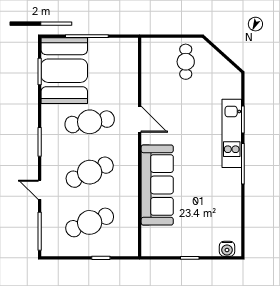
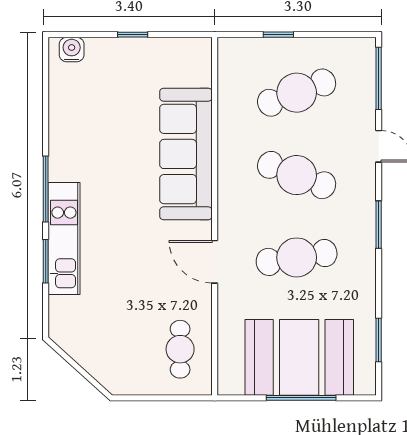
cafe table: (186, 62) -> (180, 349), moved
booth: (64, 71) -> (299, 357), moved, turned 90
cafe table: (90, 172) -> (297, 175), turned 45

